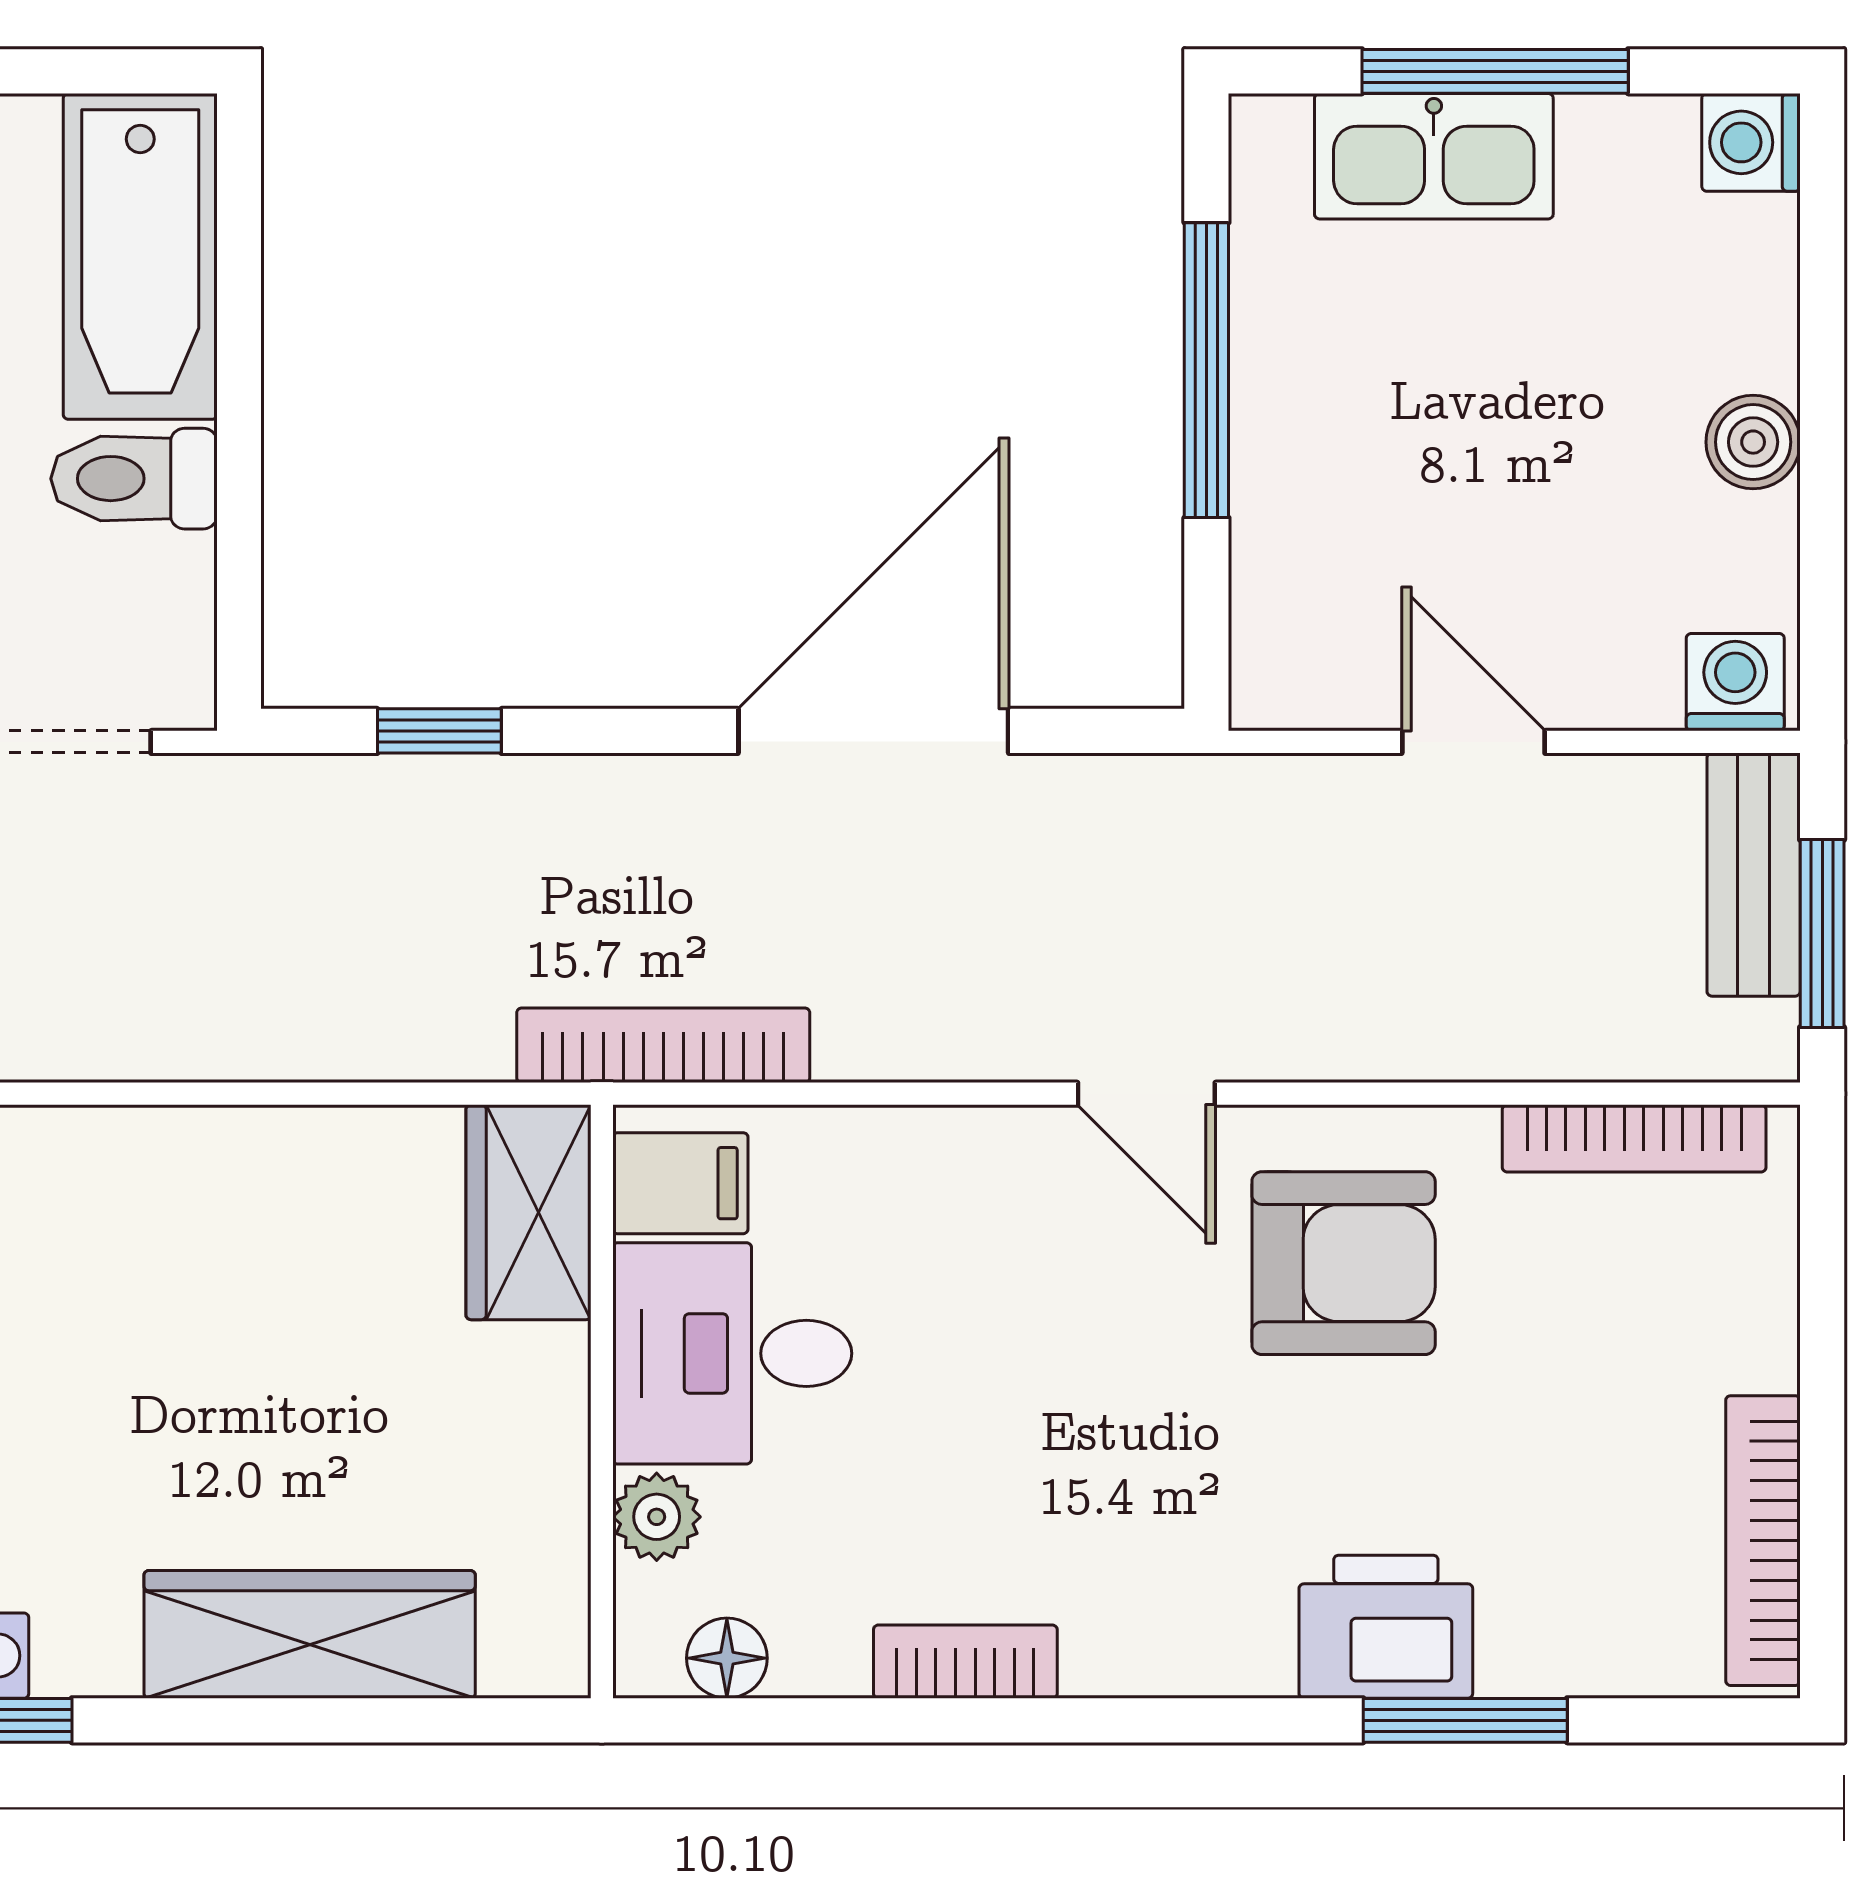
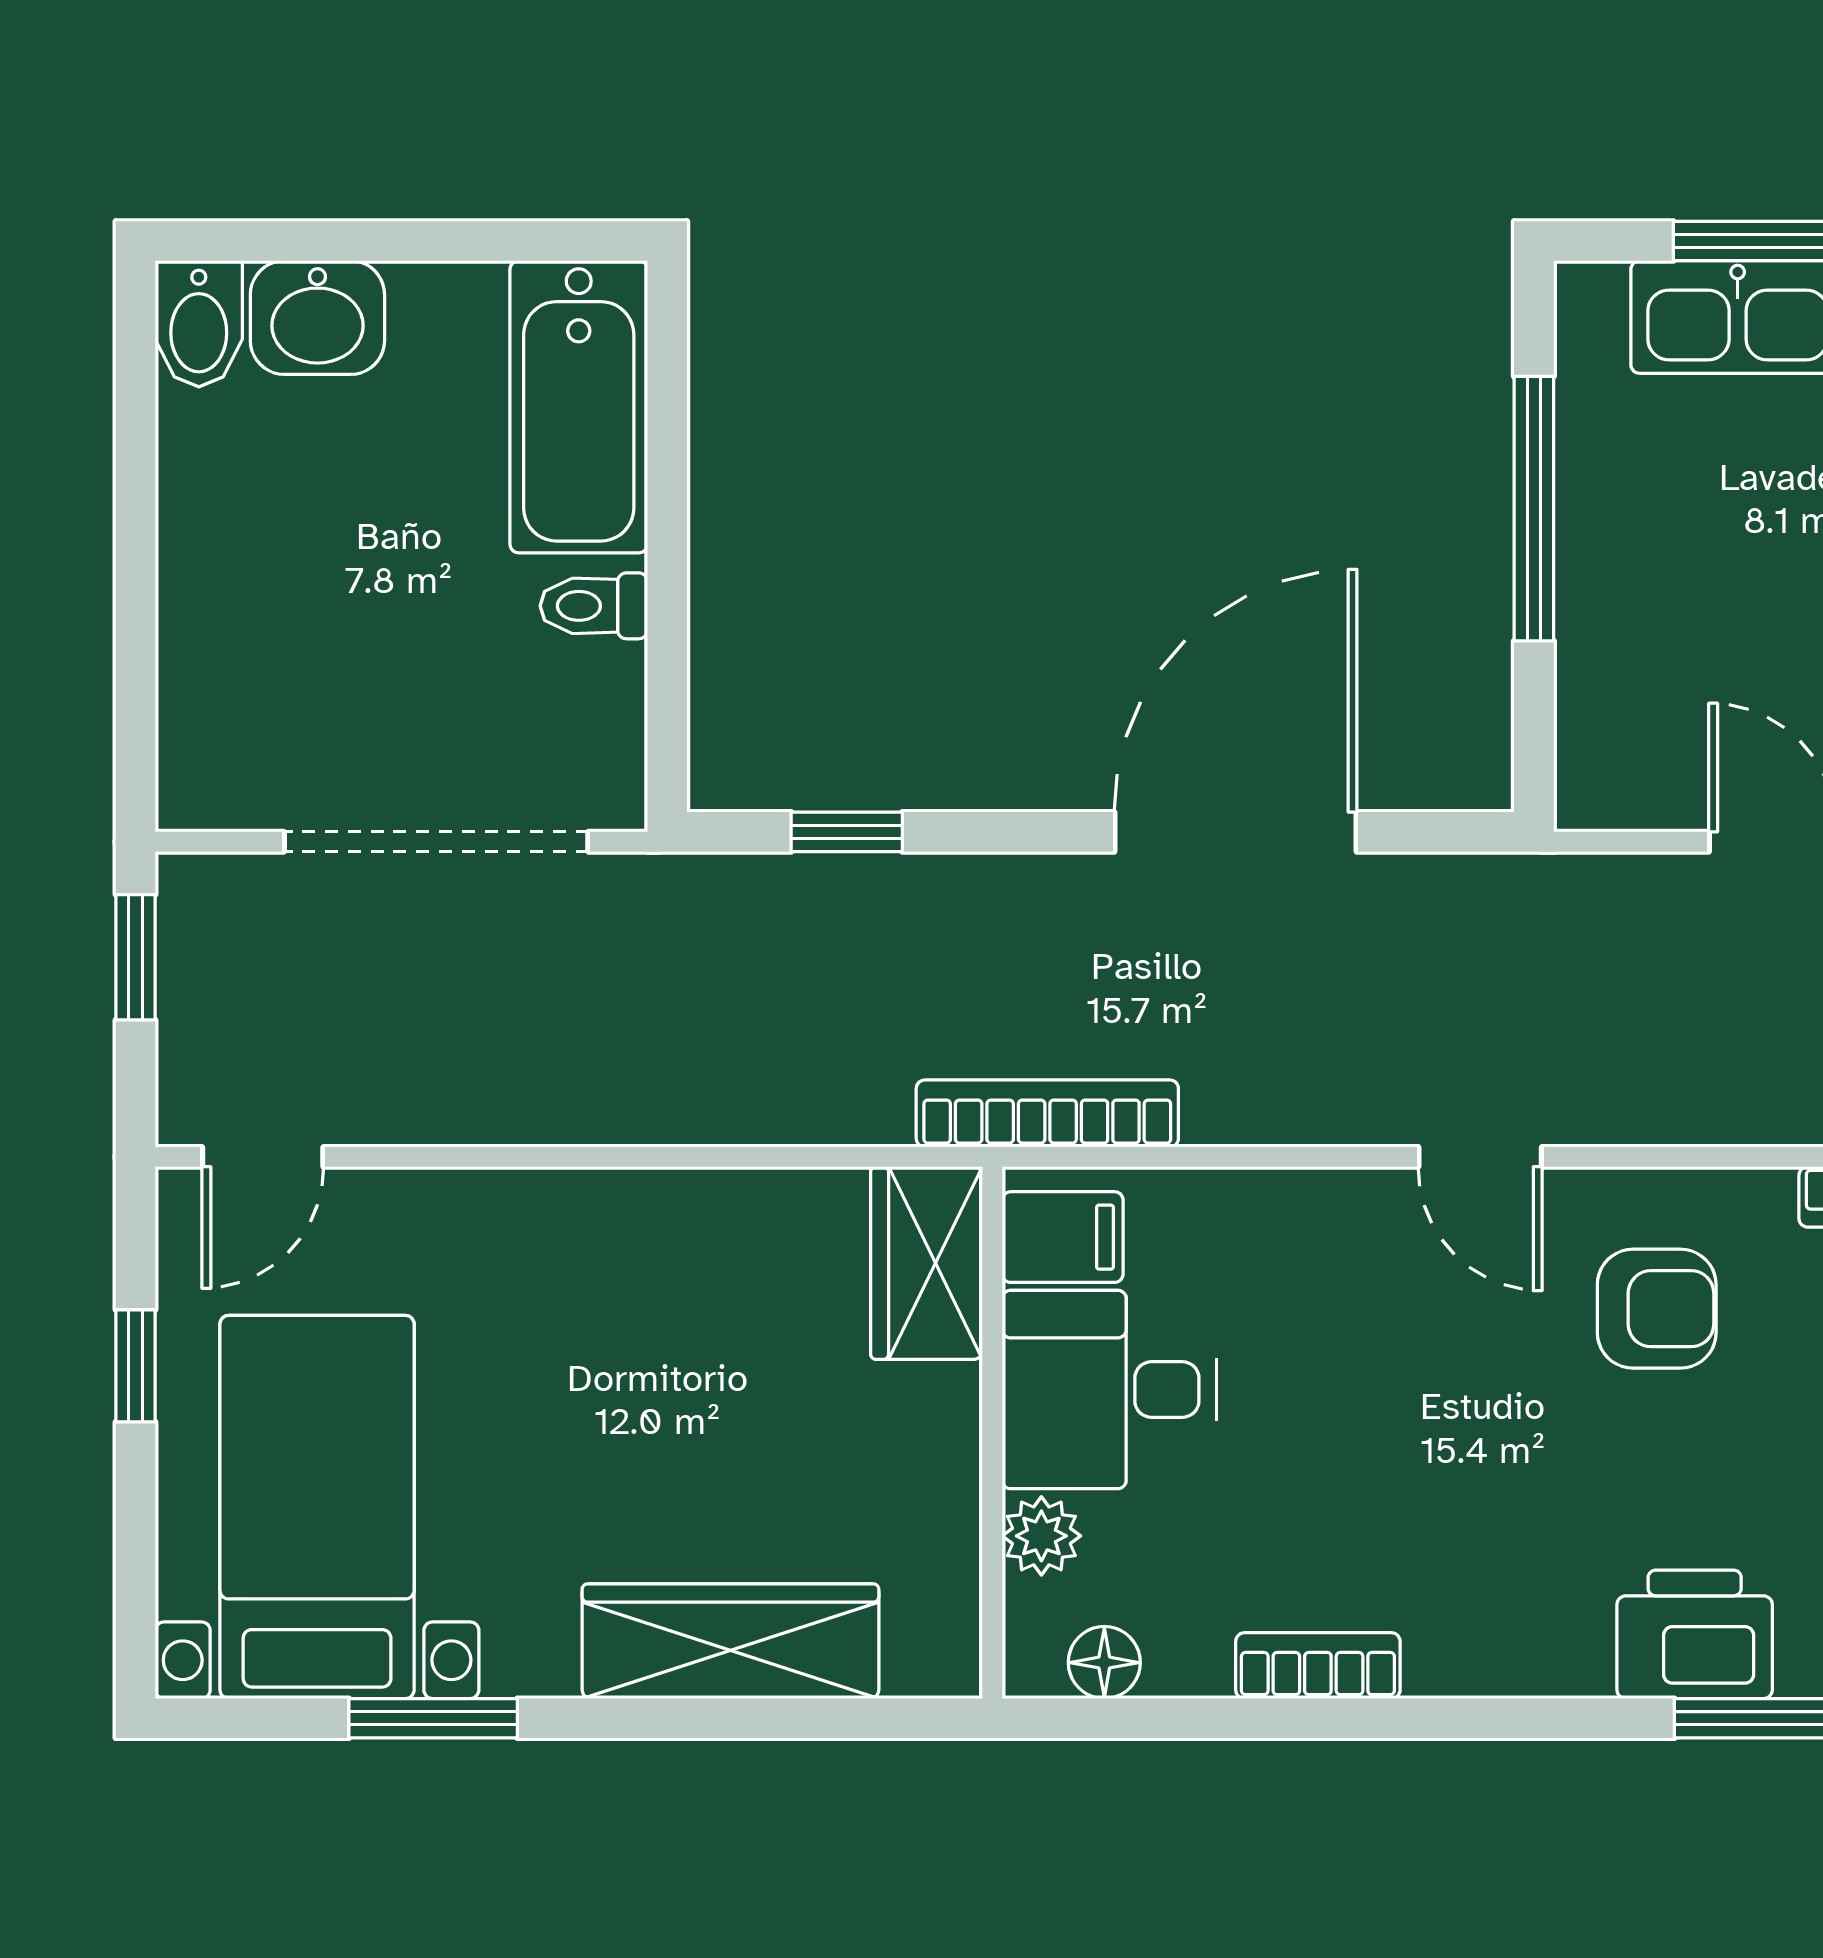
toilet: (134, 479) -> (594, 606), width x0.73, depth x0.72
armchair: (1344, 1263) -> (1657, 1309), width x0.72, depth x0.72

